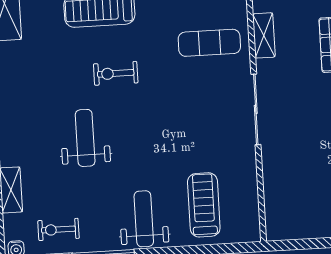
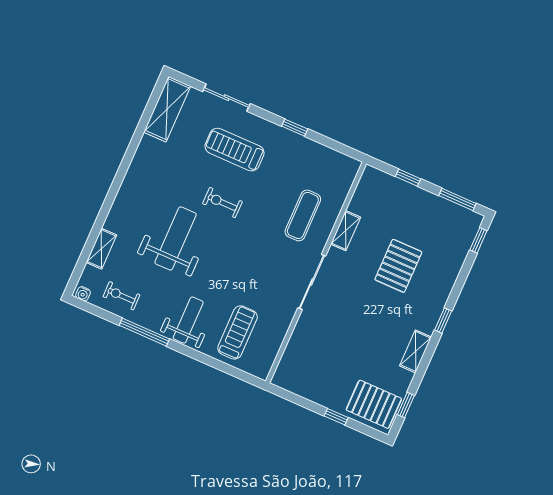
exercise mat: (209, 43) -> (303, 215), turned 90
weight bench: (85, 138) -> (176, 238), width x1.36, depth x1.33

